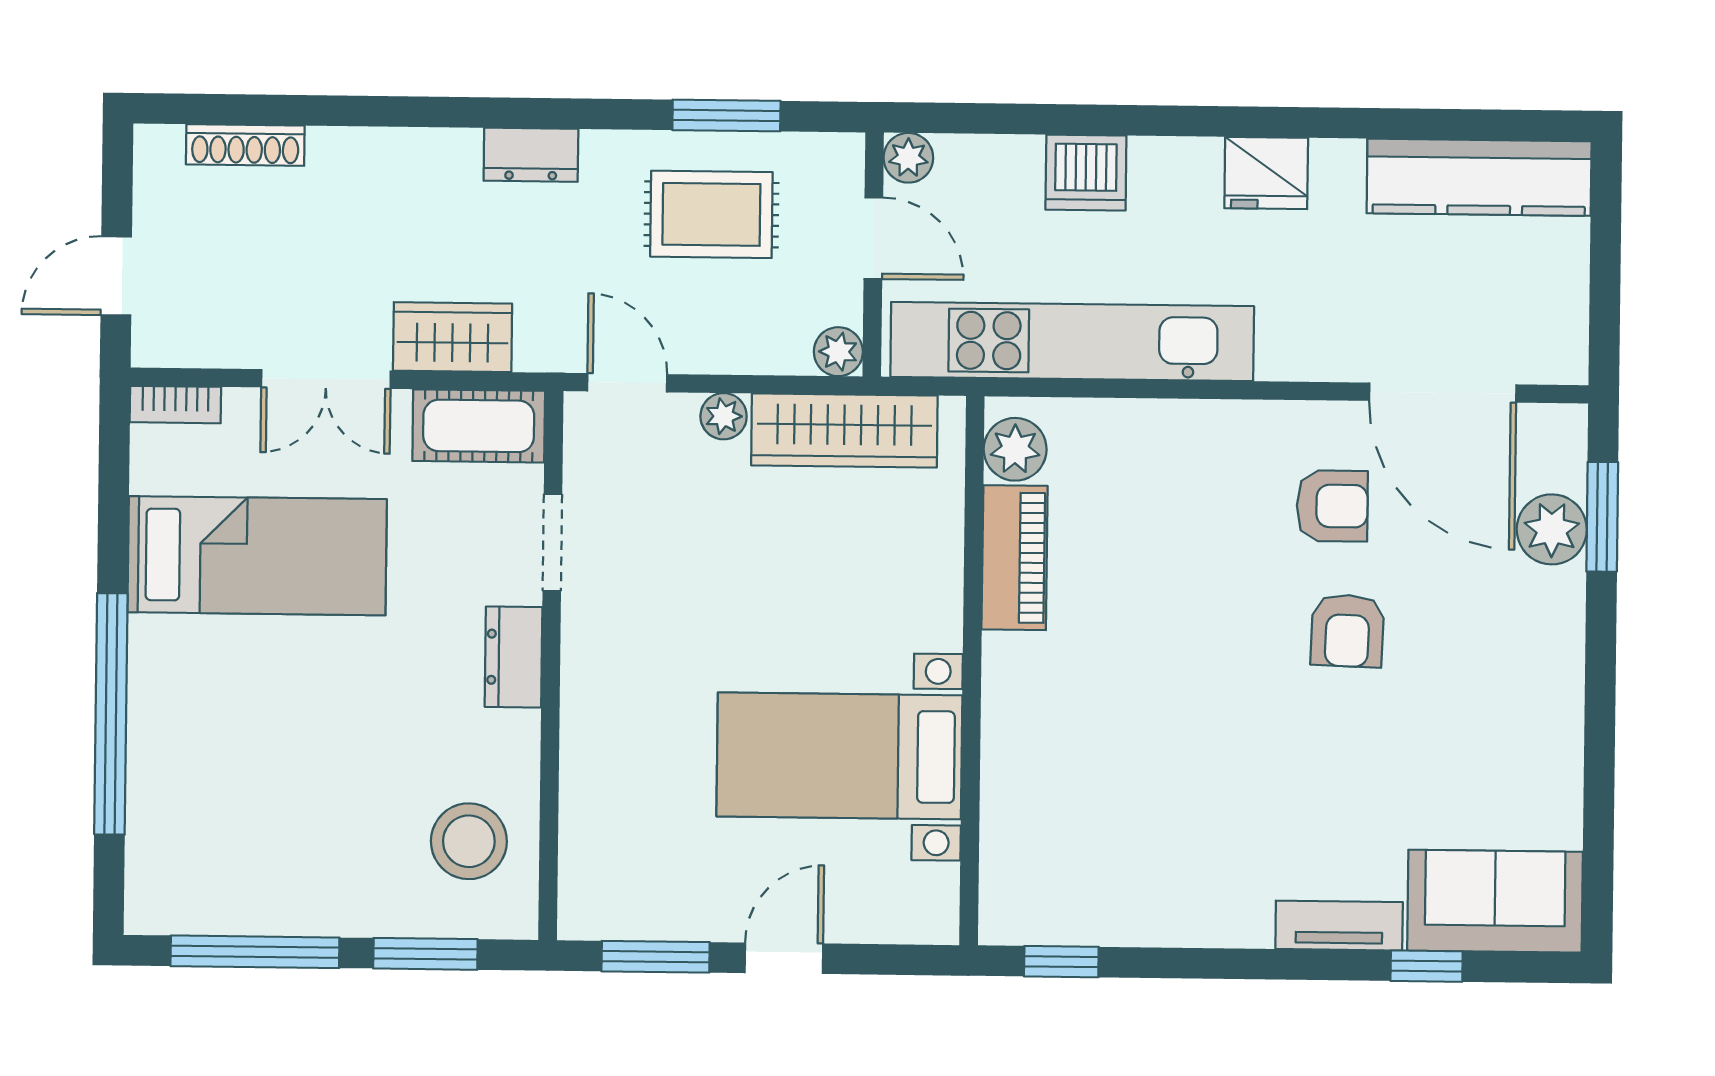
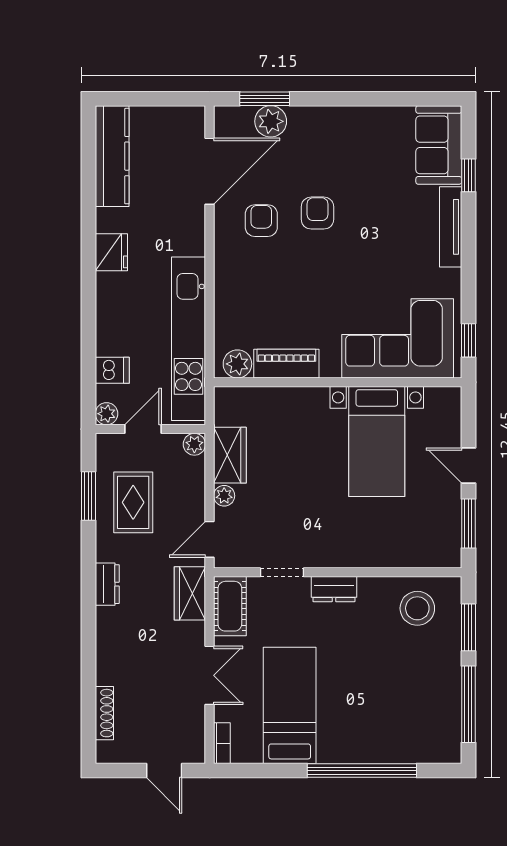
dishwasher: (1086, 173) -> (112, 370), moved, width x0.73
wardrobe: (453, 337) -> (190, 593), moved
wardrobe: (844, 430) -> (230, 455), width x0.67
armchair: (1347, 631) -> (317, 213), turned -92
corner sofa: (1067, 805) -> (398, 338), added
tv unit: (1339, 926) -> (451, 227), width x1.41

